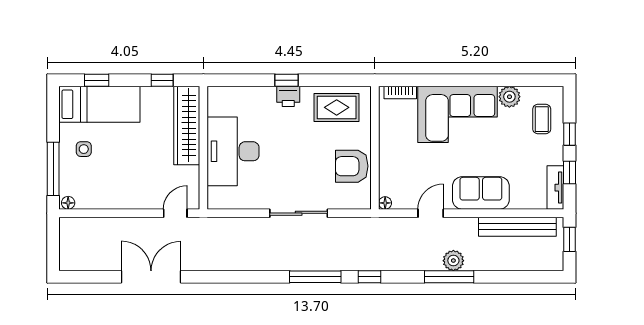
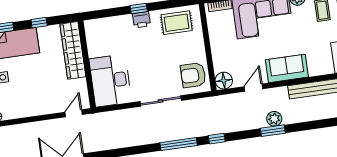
window: (162, 80) -> (39, 23), moved
desk: (233, 151) -> (110, 81), moved
armchair: (352, 166) -> (193, 75), moved
floor lamp: (385, 203) -> (224, 81), width x1.89, depth x1.89
window: (449, 277) -> (273, 131), width x0.69

